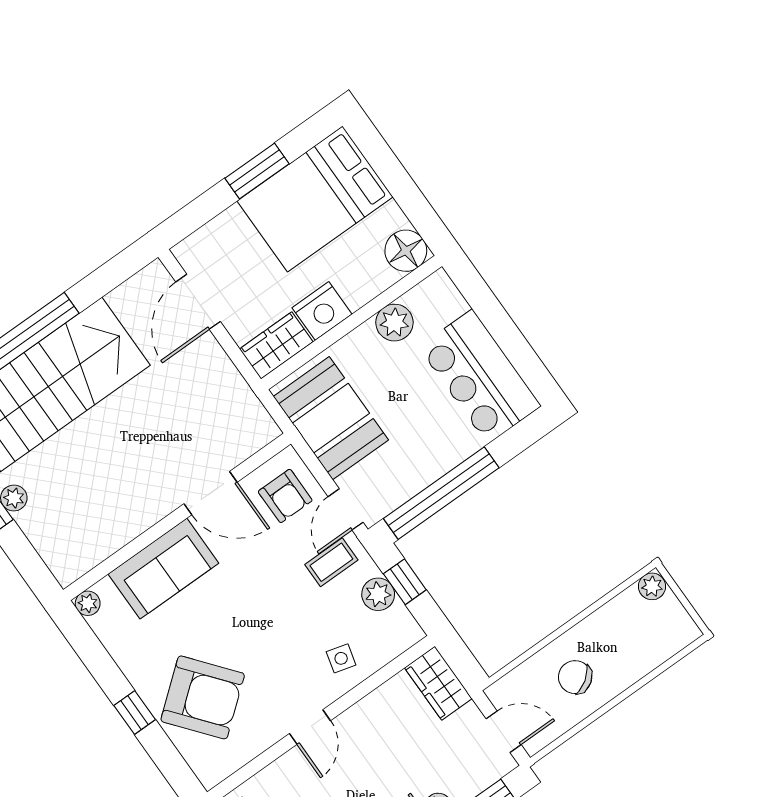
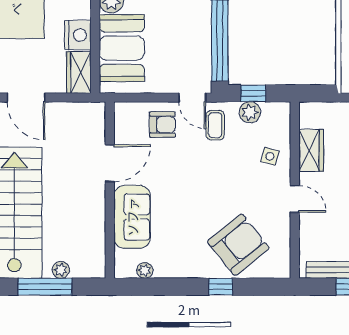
booth: (331, 418) -> (122, 48), moved, turned 90
door: (211, 493) -> (110, 163), moved
wall: (177, 517) -> (110, 190), moved
sofa: (163, 569) -> (132, 217), moved
wardrobe: (438, 683) -> (311, 150), moved, turned -90

